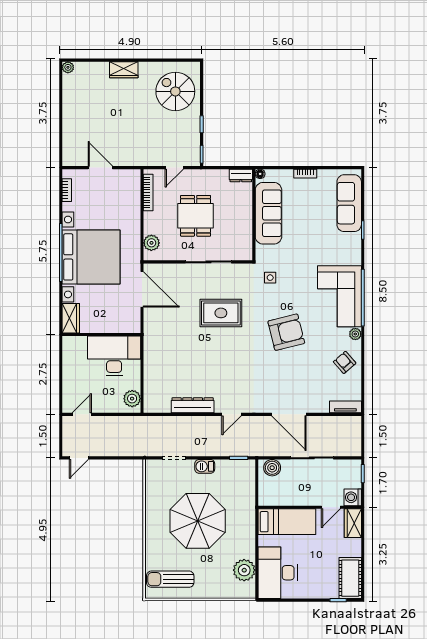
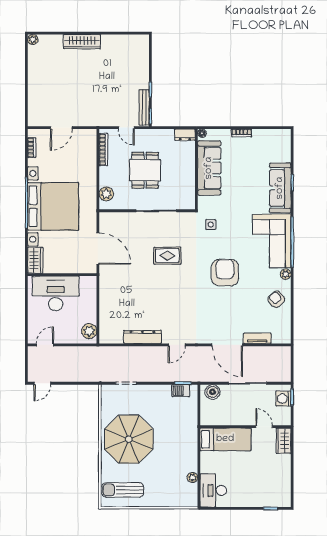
wardrobe: (124, 70) -> (82, 42), width x1.50
spiral stairs: (175, 91) -> (127, 61), removed
bench: (194, 145) -> (144, 107), added
door: (100, 168) -> (61, 128), swing flipped
door: (174, 168) -> (126, 128), hinge flipped
sofa: (349, 203) -> (280, 188), moved
door: (142, 289) -> (98, 249), moved
rug: (221, 313) -> (167, 256), width x0.73, depth x0.70
armchair: (286, 332) -> (225, 273), turned -76
desk: (114, 356) -> (56, 293), moved
tv unit: (345, 407) -> (257, 338), moved
barbecue: (205, 466) -> (181, 391), moved
washing machine: (353, 497) -> (283, 399), moved
door: (331, 507) -> (264, 427), swing flipped
parasol: (198, 521) -> (129, 439), moved
plant: (244, 570) -> (192, 477), width x0.53, depth x0.53
desk: (278, 573) -> (213, 490), width x0.73, depth x0.77
cot: (350, 578) -> (281, 489), removed

